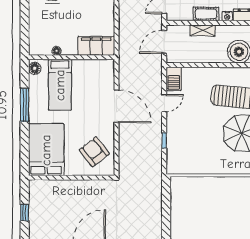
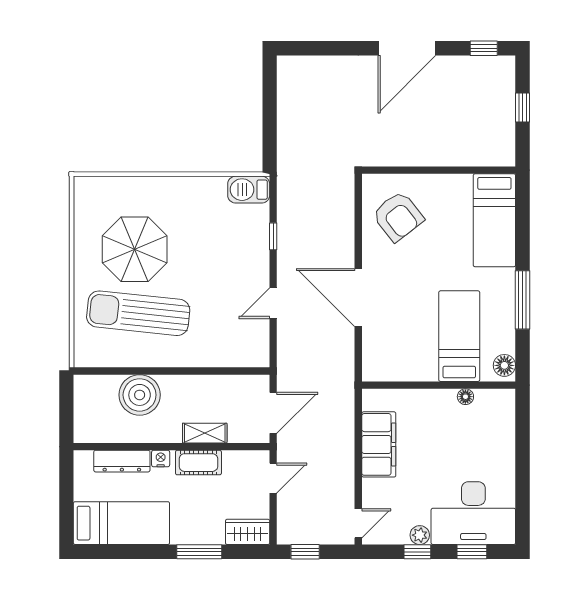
filing cabinet: (96, 46) -> (379, 444), moved, turned -90
barbecue: (174, 79) -> (249, 190), moved, turned -90
bed: (46, 150) -> (494, 220), width x0.67

